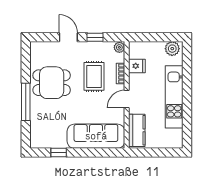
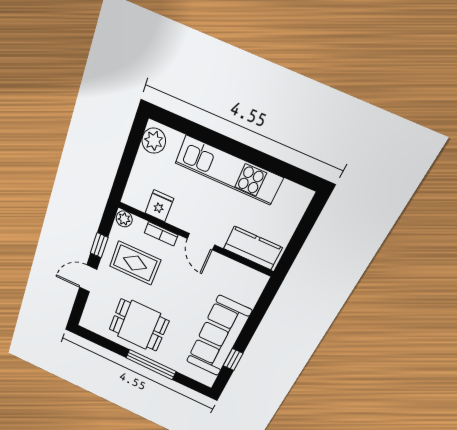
rug: (94, 76) -> (135, 263), moved
dining table: (52, 83) -> (139, 325), turned 90
sofa: (96, 136) -> (218, 337), moved

